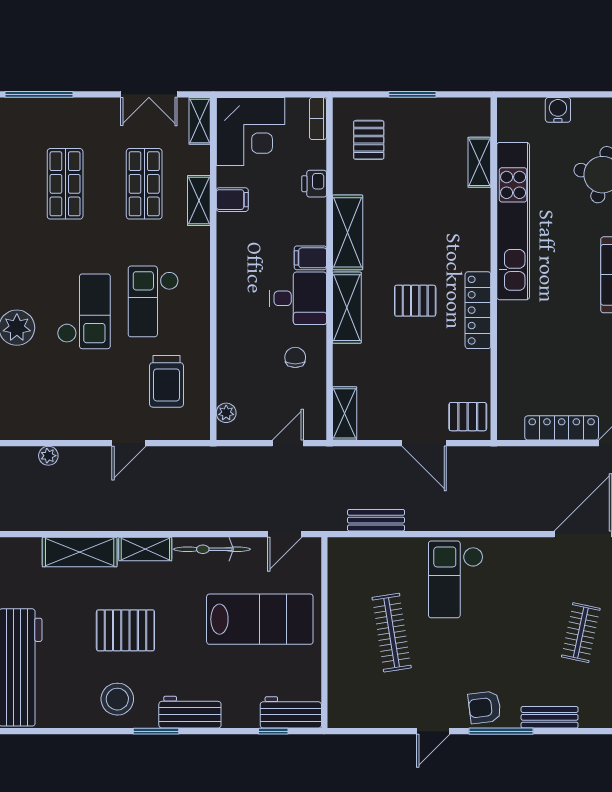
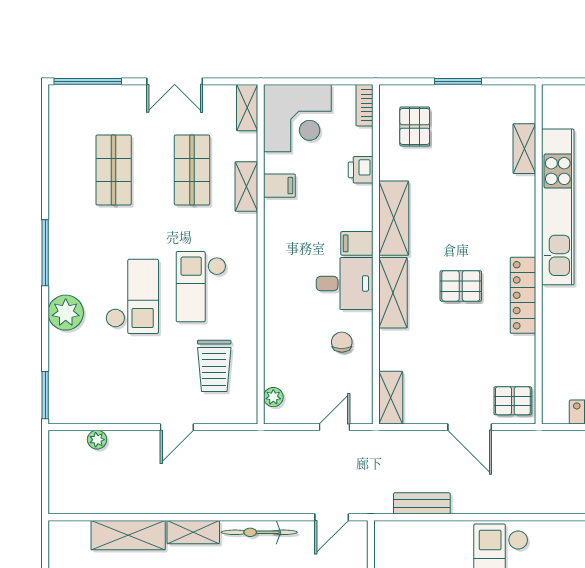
double door: (149, 94) -> (175, 81), moved

